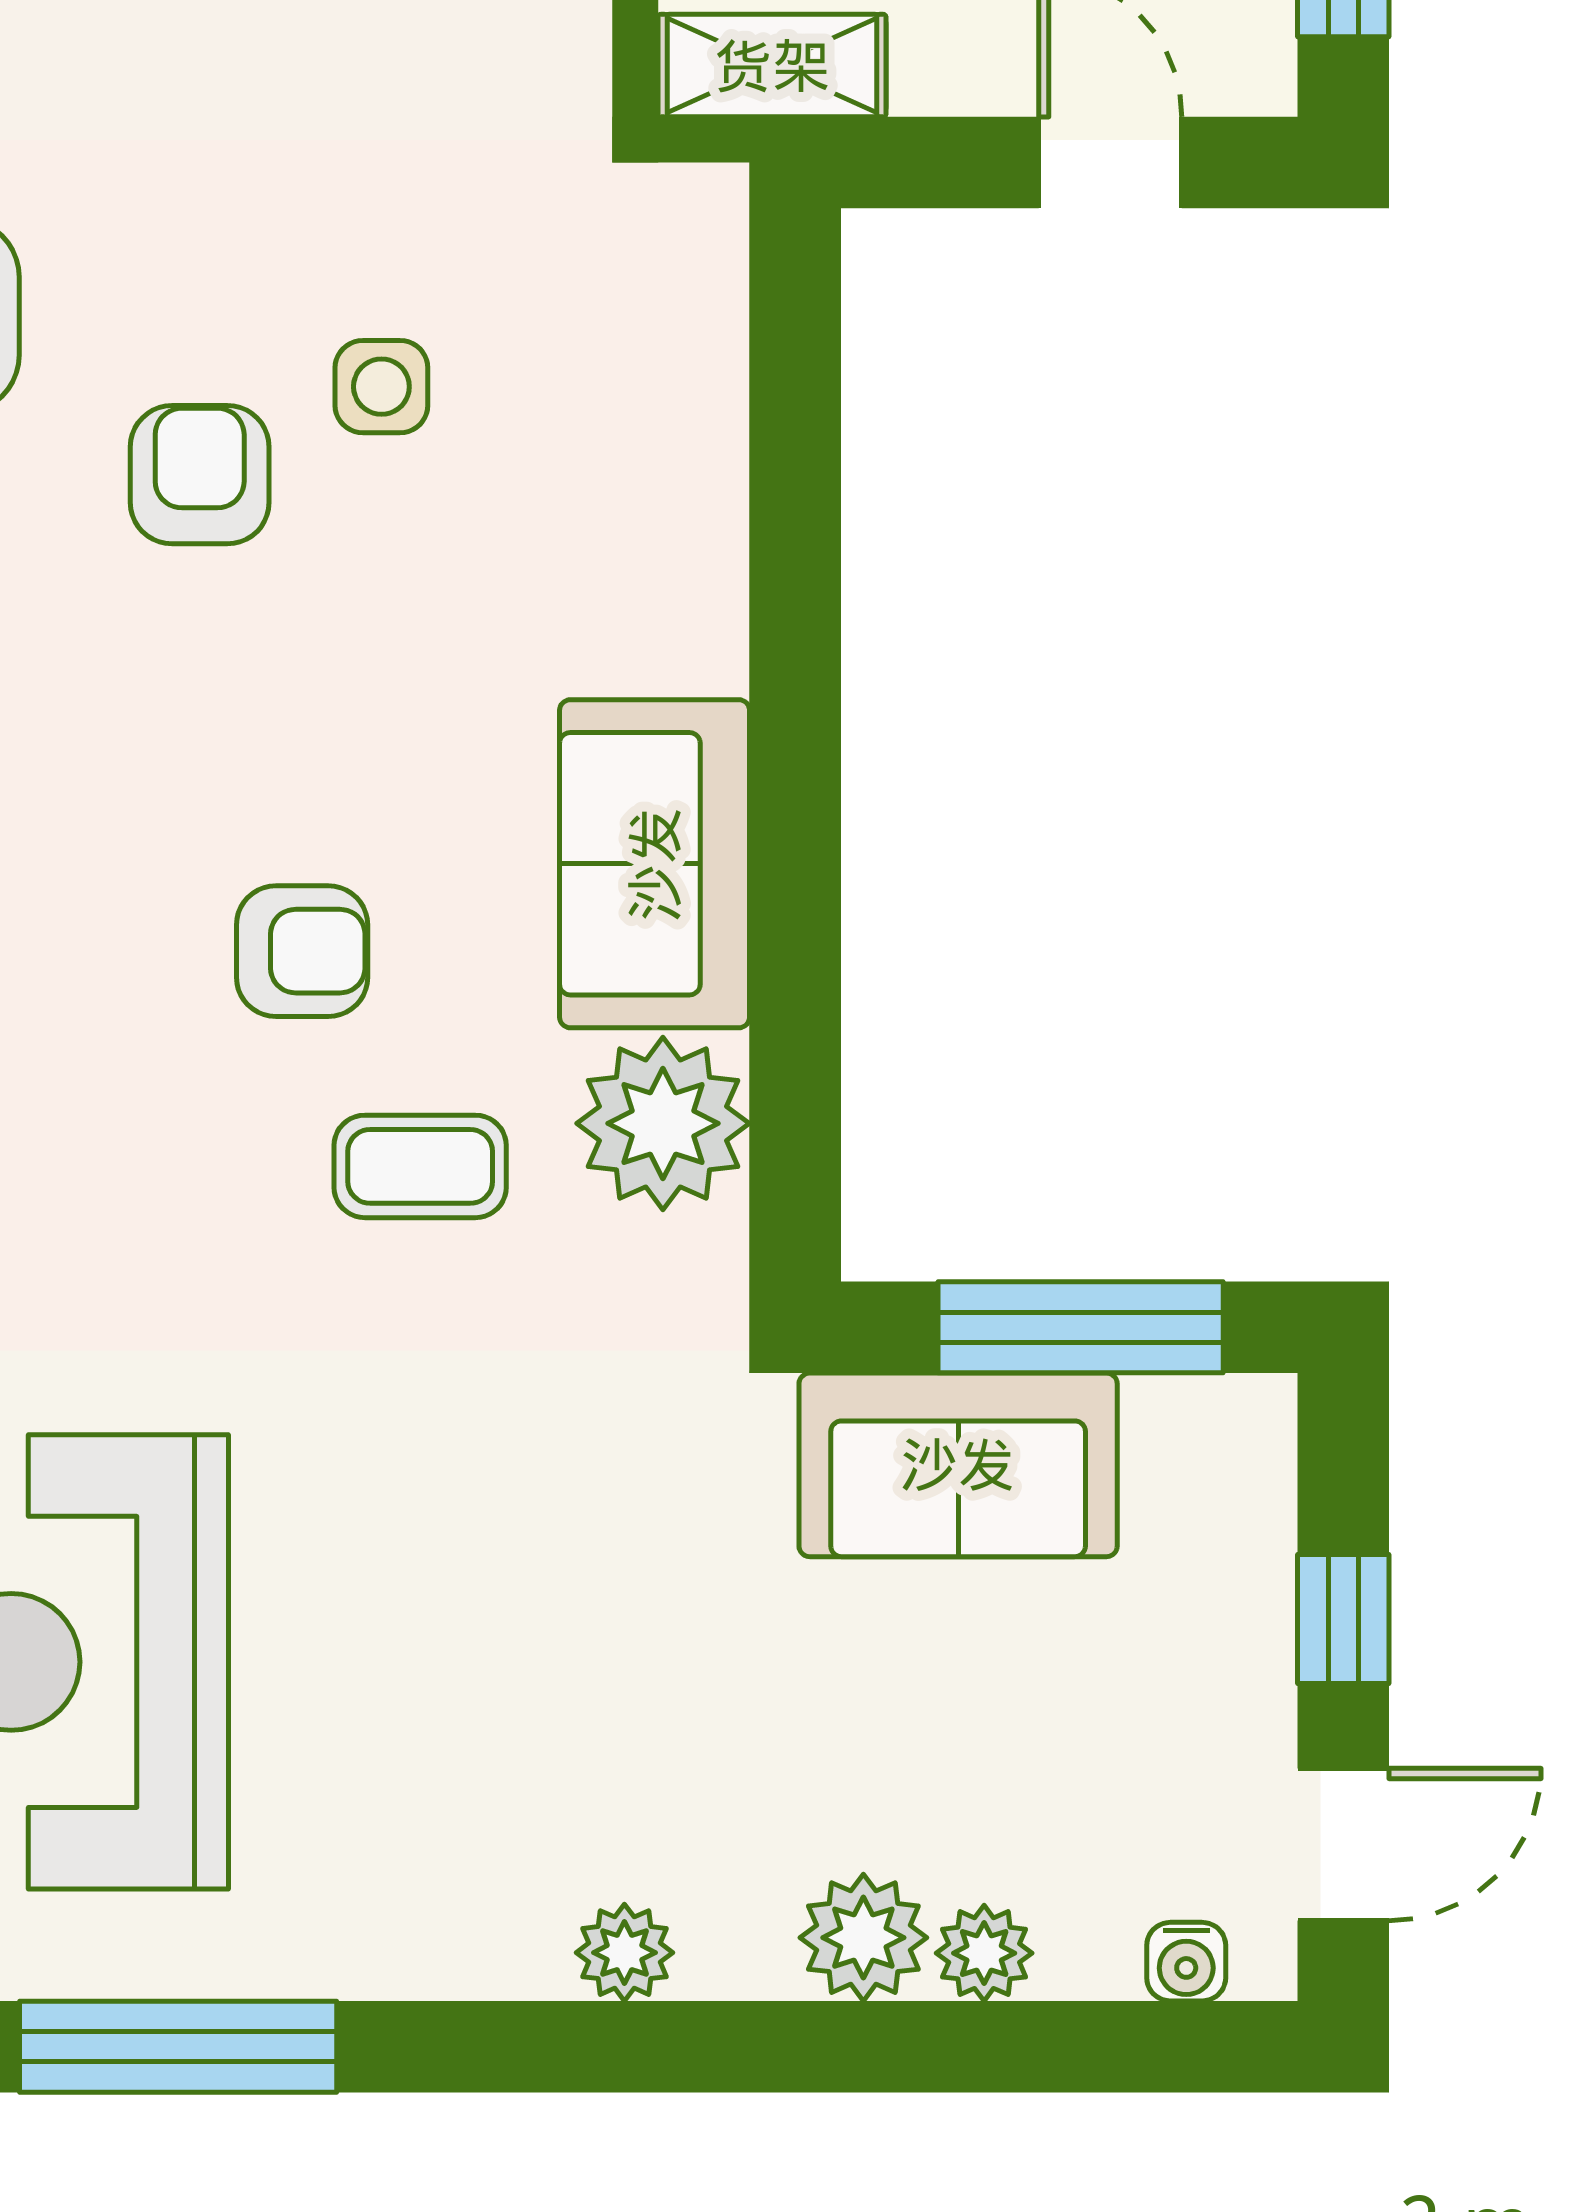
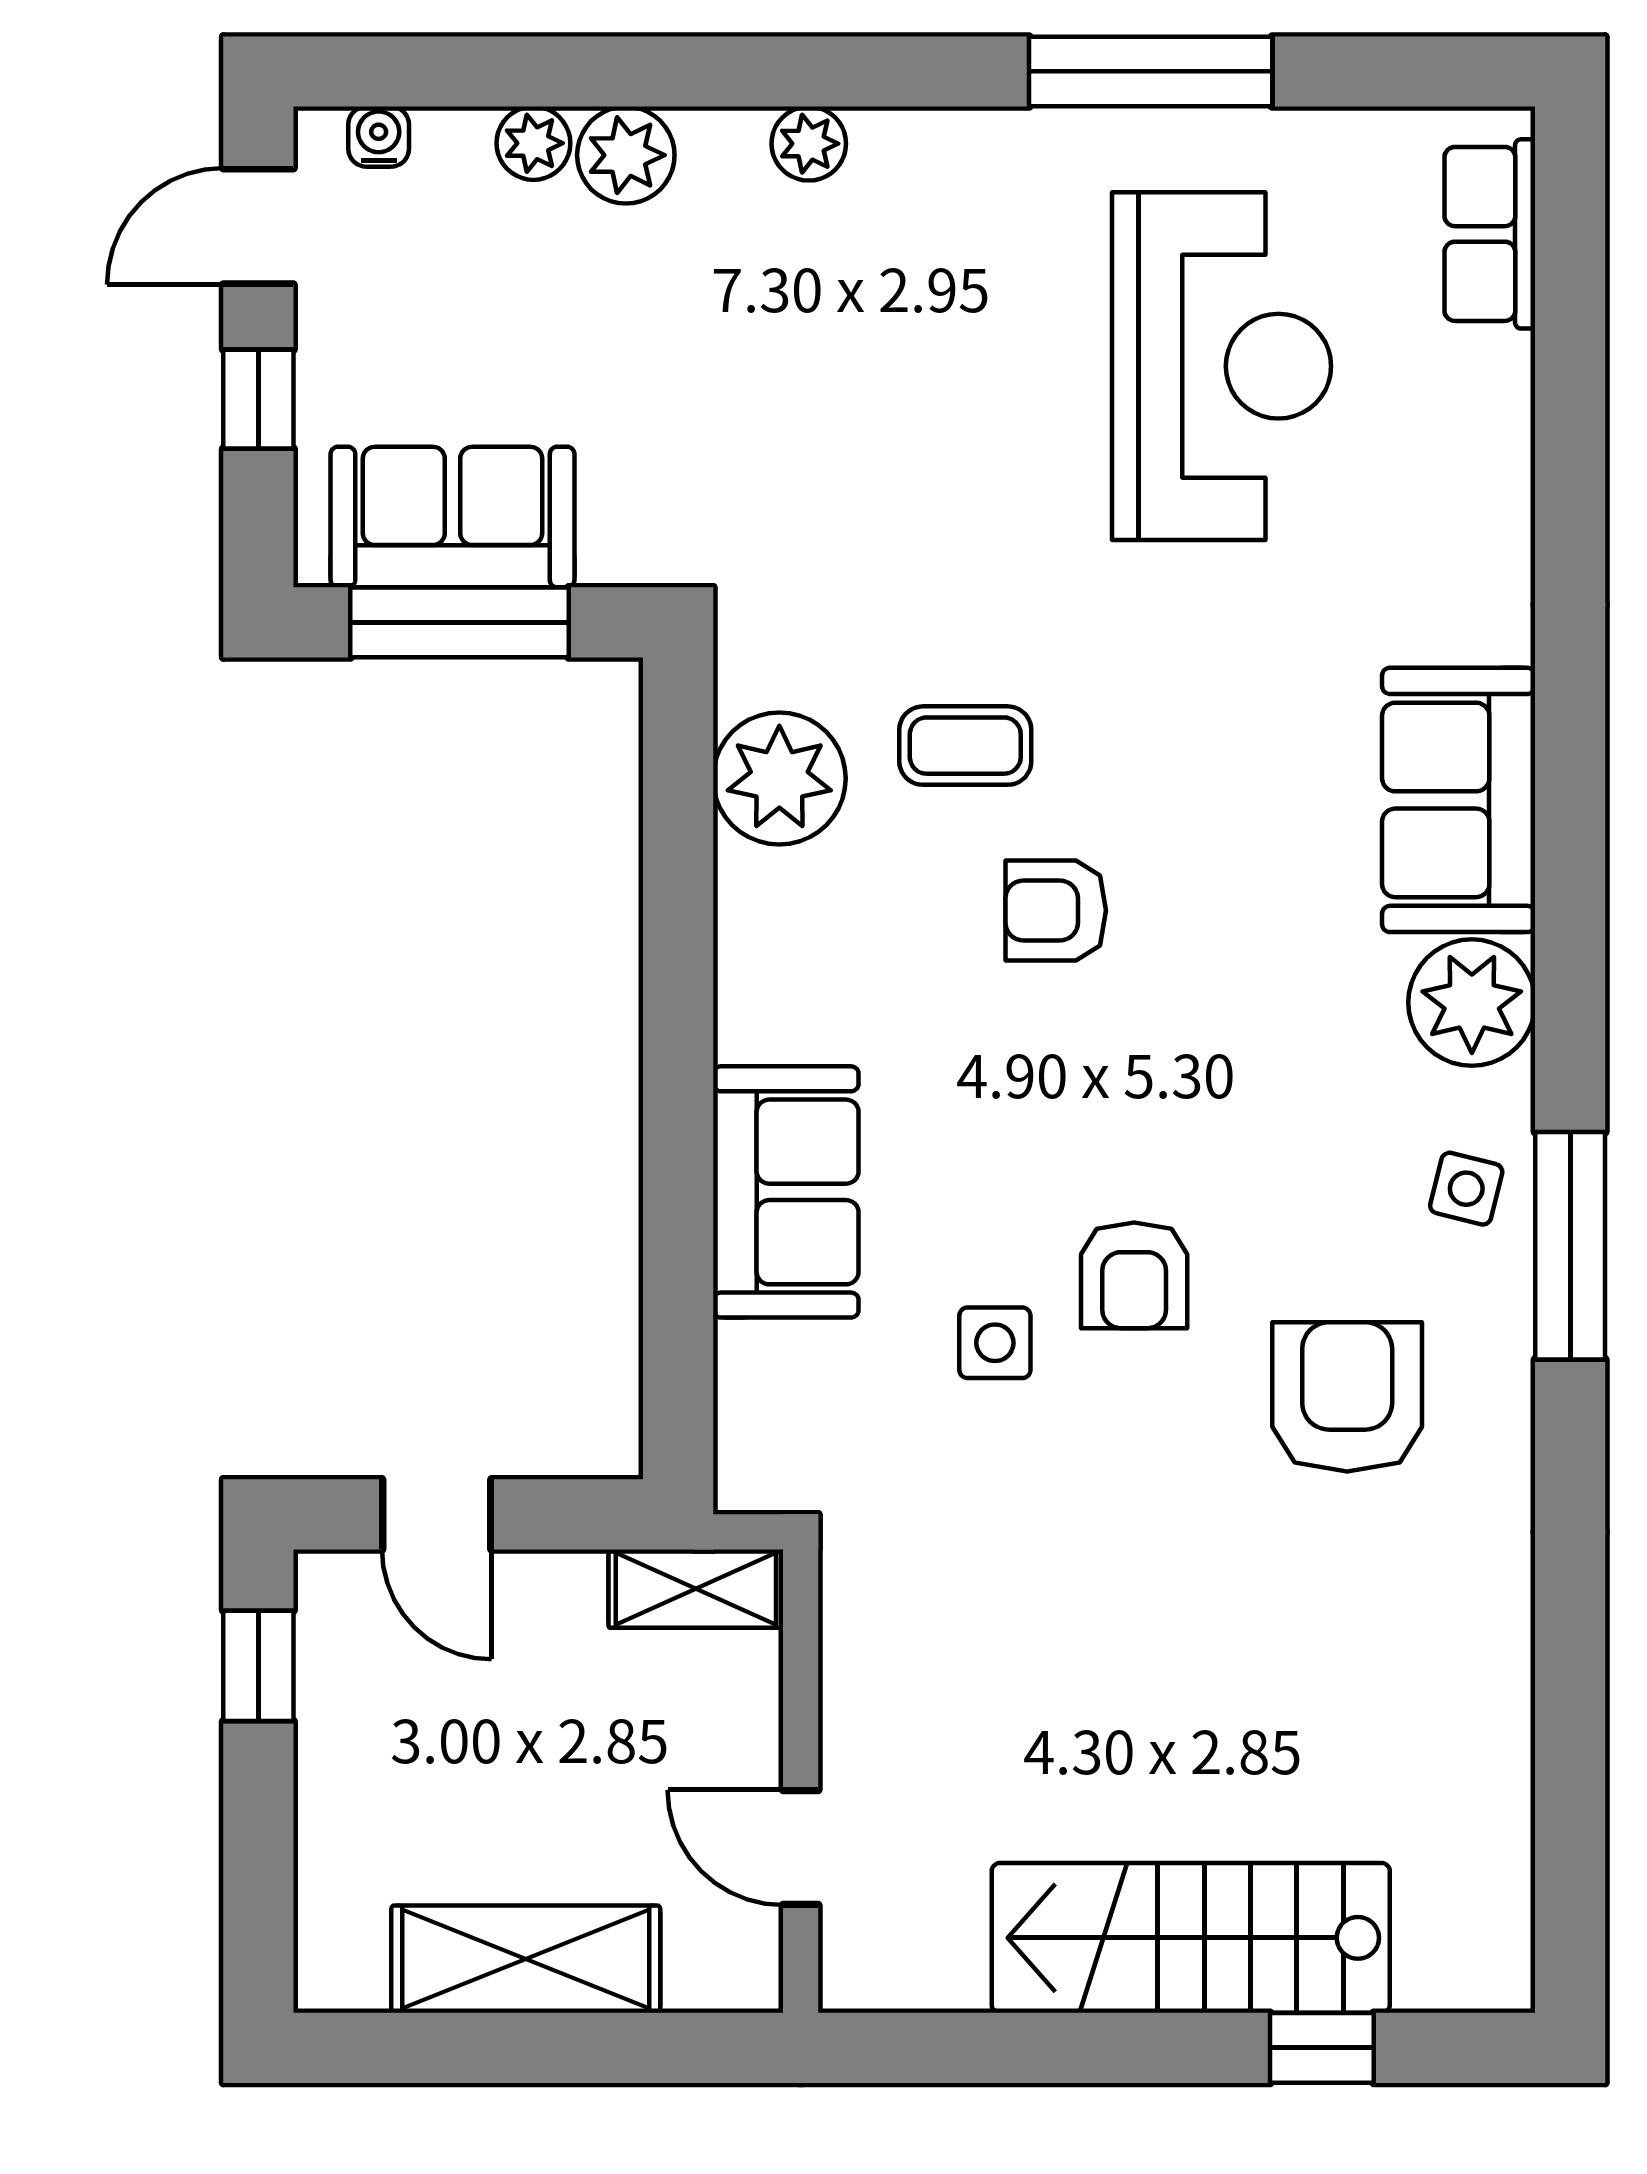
sofa: (655, 864) -> (786, 1192), moved
sofa: (958, 1465) -> (453, 517), moved

